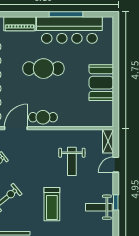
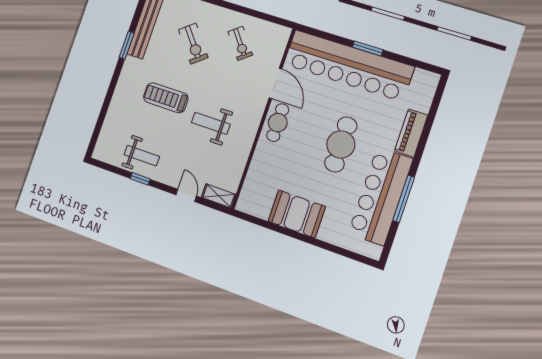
weight bench: (72, 161) -> (211, 123), moved
weight bench: (99, 207) -> (142, 156), turned 90

